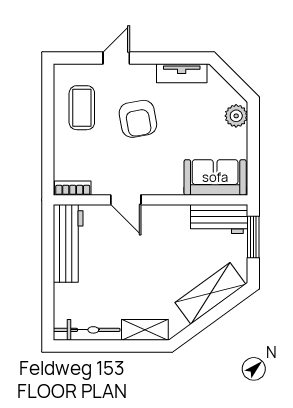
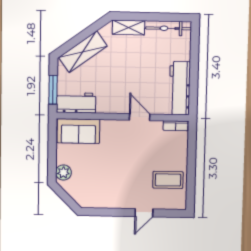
tv unit: (182, 73) -> (100, 202), removed
coffee table: (82, 108) -> (168, 180), turned 90
armchair: (138, 119) -> (130, 172), removed

